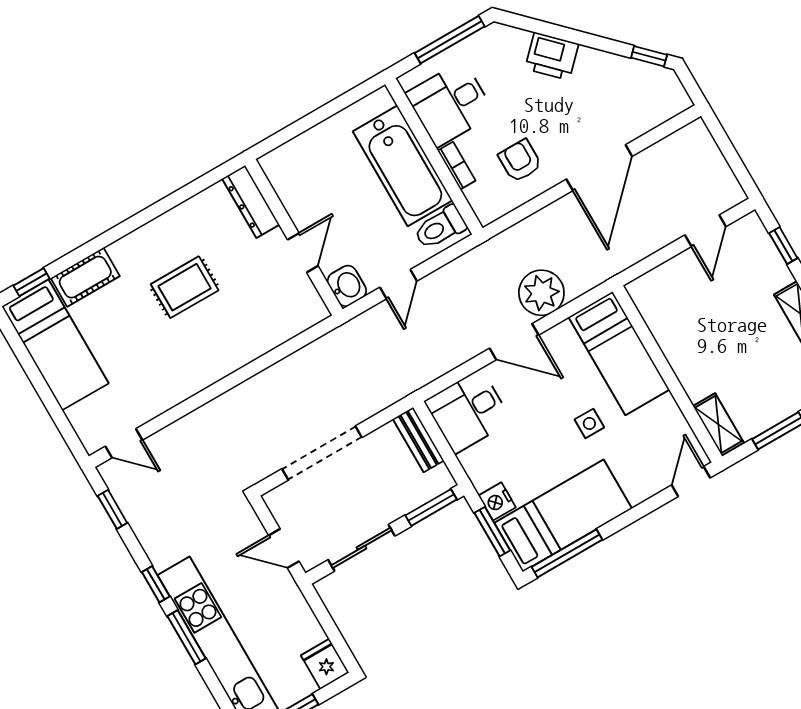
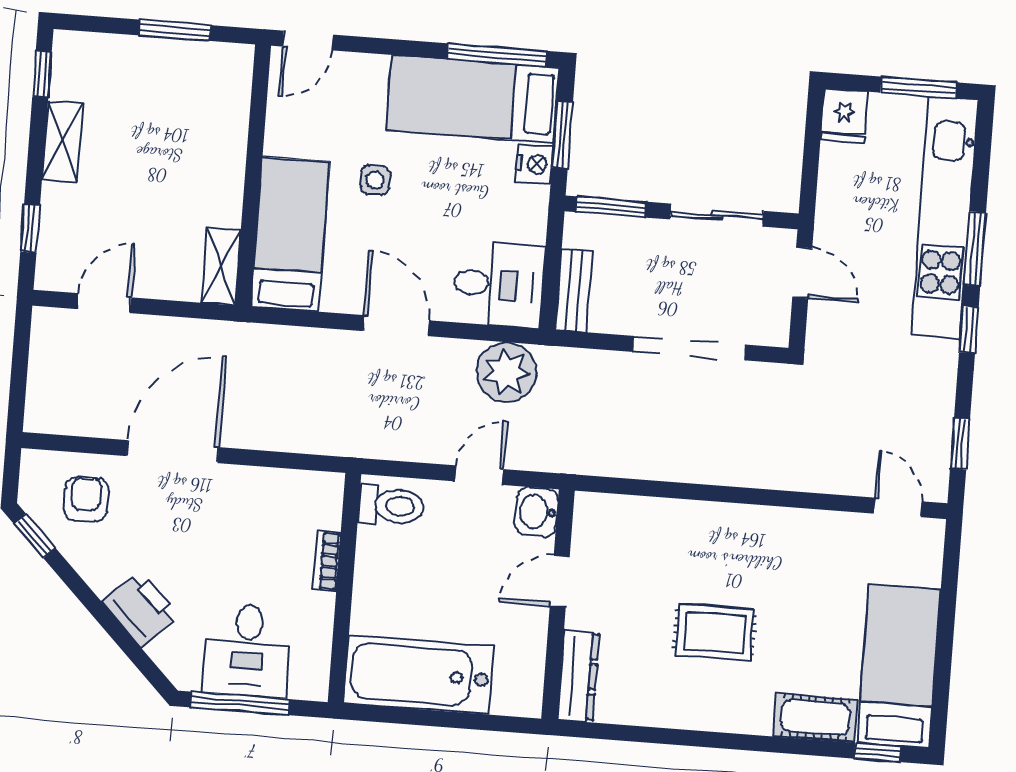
desk: (450, 104) -> (247, 650), moved, turned 90
armchair: (520, 161) -> (86, 499), moved, turned 180
bathtub: (403, 166) -> (419, 675), moved, turned -90
plant: (541, 293) -> (507, 372), moved
shelving: (718, 424) -> (221, 266), moved

